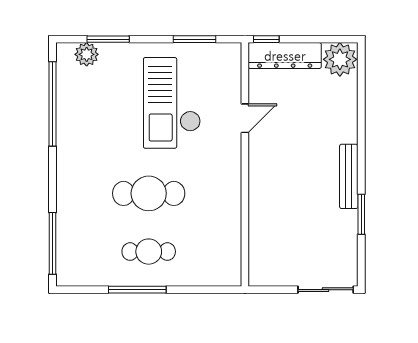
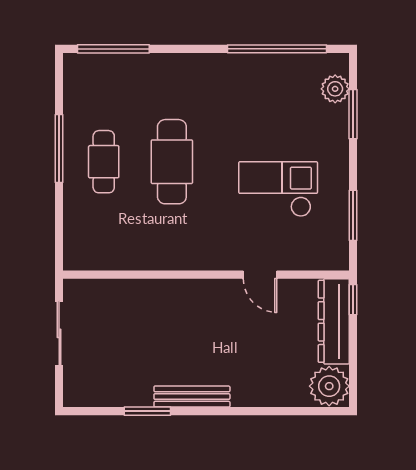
checkout: (172, 103) -> (278, 189), width x0.73, depth x0.83
sliding door: (326, 290) -> (59, 333), moved

